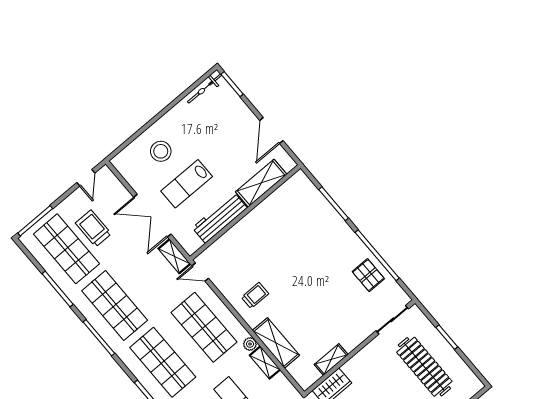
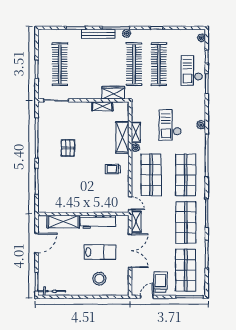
trolley: (93, 228) -> (160, 282), moved, turned 180
pallet: (368, 275) -> (68, 148), moved

